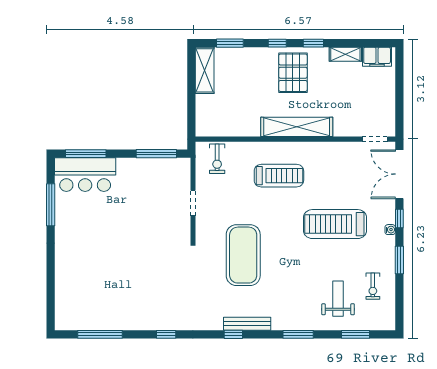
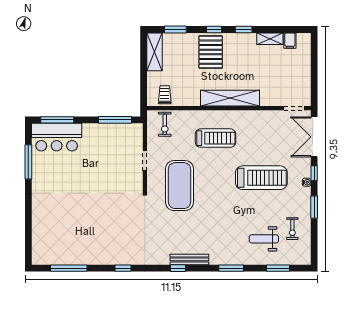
filing cabinet: (377, 57) -> (290, 41), width x0.50
pallet: (293, 73) -> (211, 52), moved
trolley: (217, 123) -> (165, 95), added
treadmill: (335, 224) -> (261, 178), turned 180
exercise mat: (243, 255) -> (180, 186), moved
weight bench: (338, 299) -> (264, 239), turned -90

